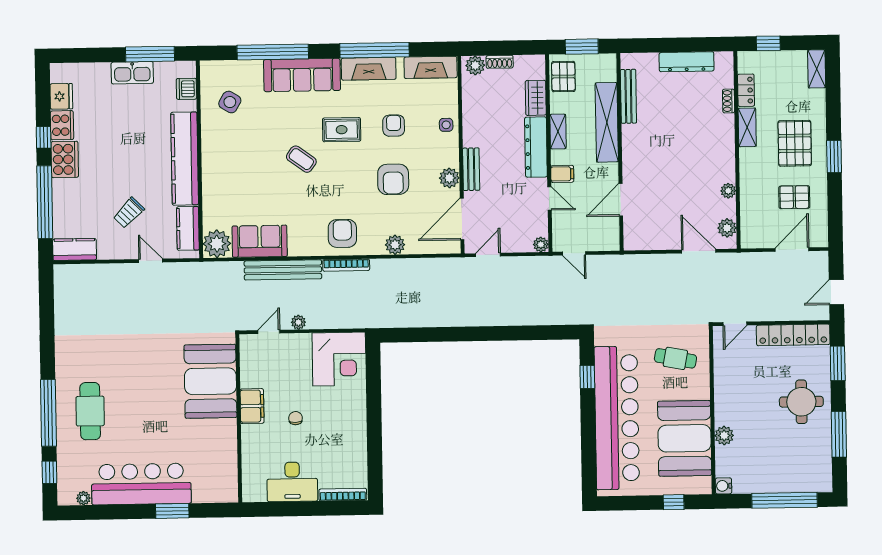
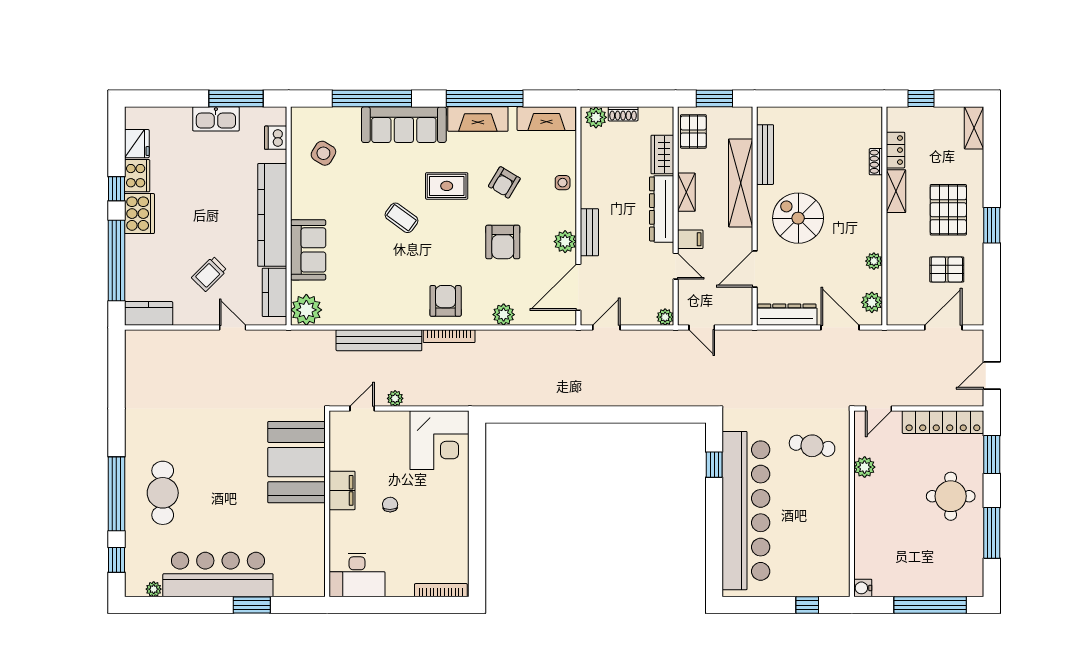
dresser: (687, 62) -> (787, 315), moved, turned 180
armchair: (394, 126) -> (504, 182), turned -149
spiral stairs: (659, 153) -> (798, 218), added
sofa: (260, 241) -> (308, 250), moved, turned 90
plant: (724, 436) -> (865, 467), moved
booth: (685, 438) -> (821, 535), removed
desk: (292, 482) -> (357, 575), moved

